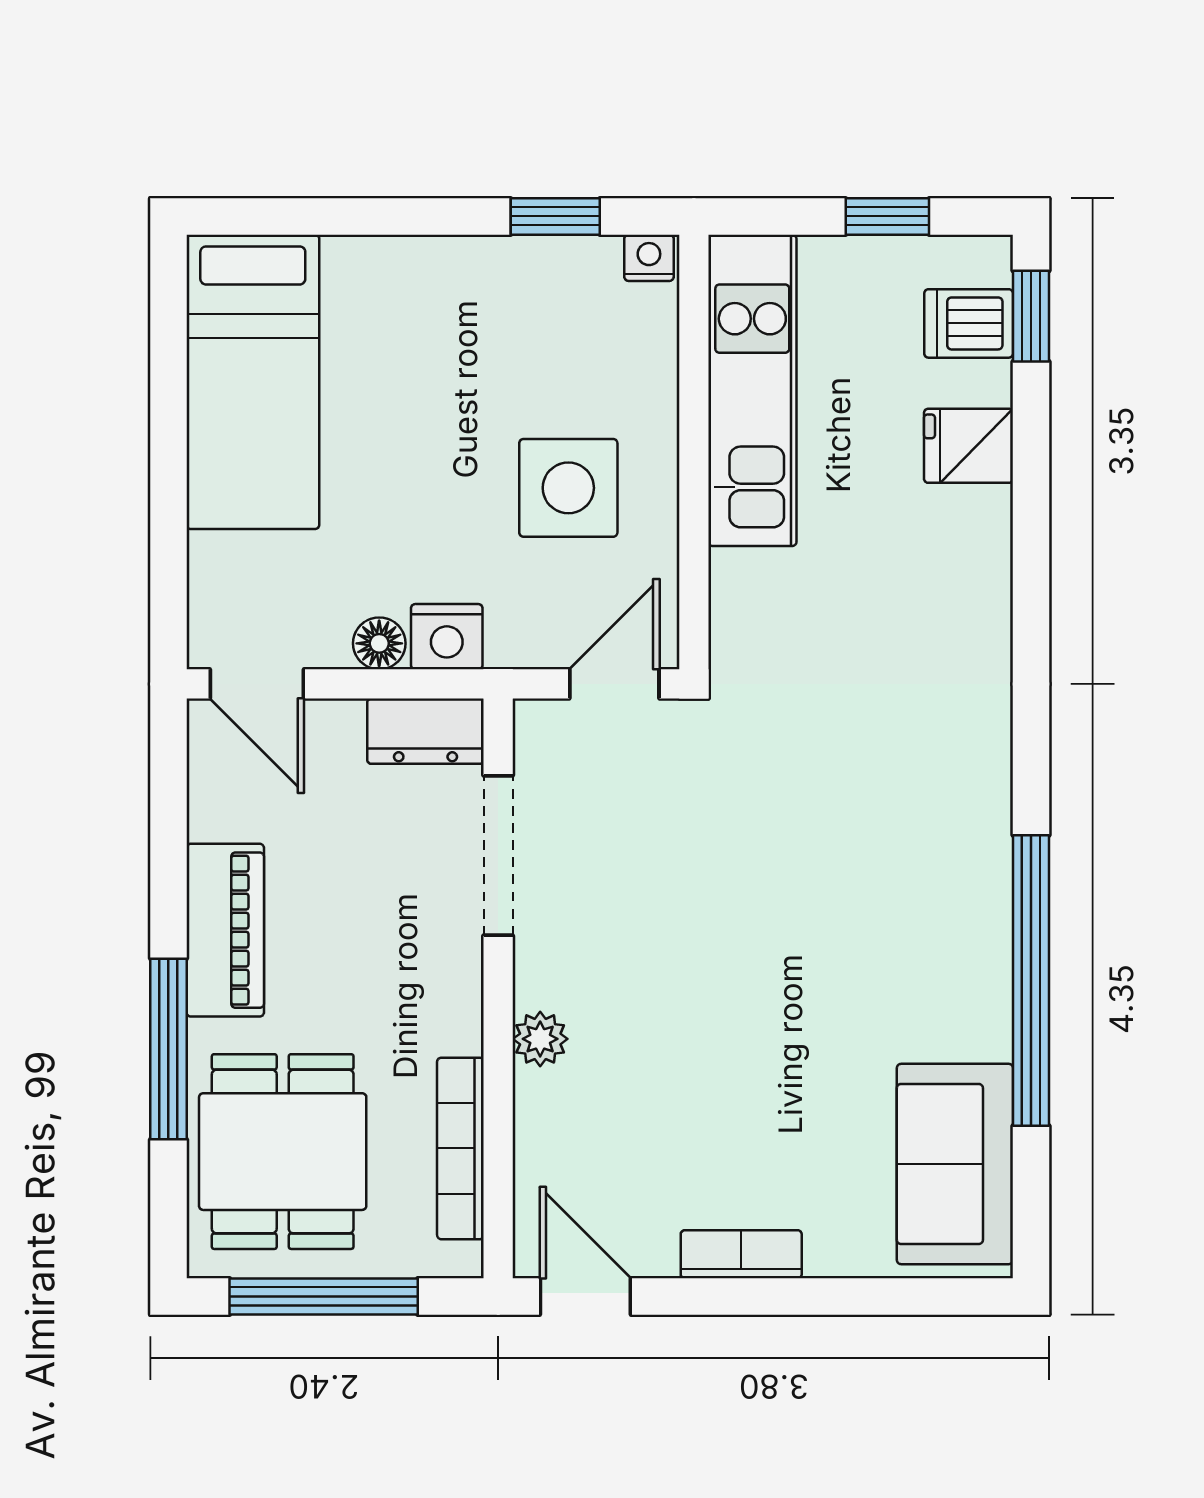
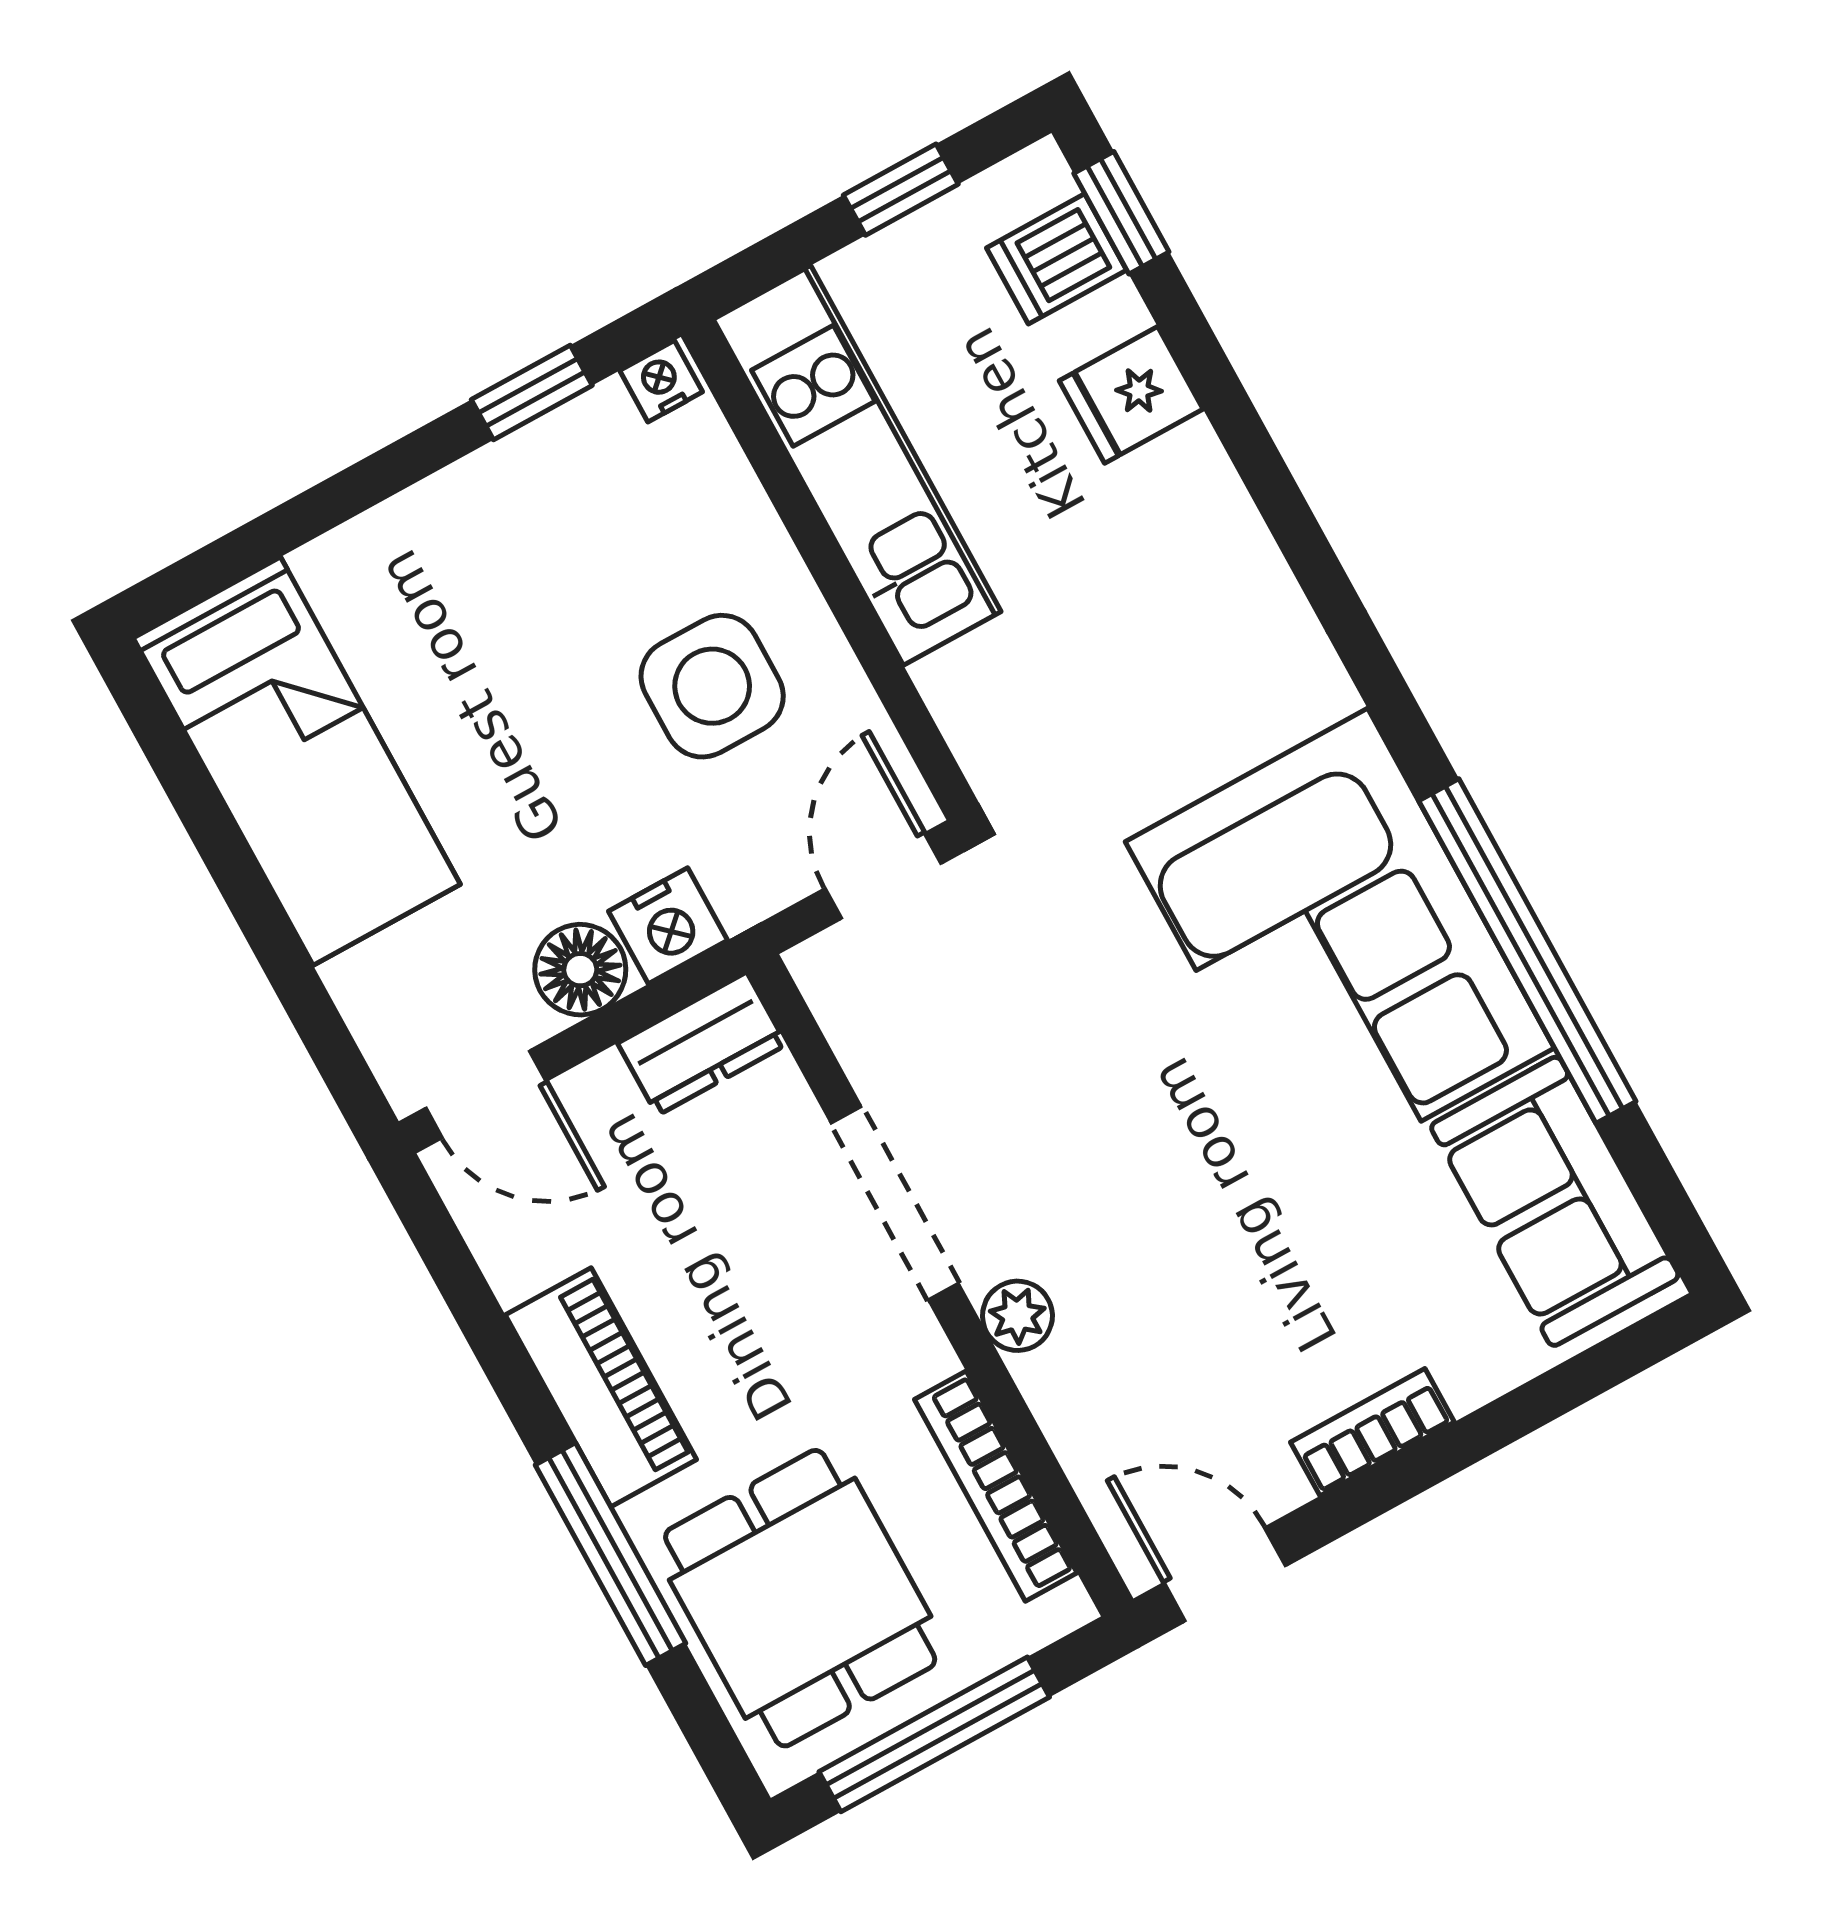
floor lamp: (379, 643) -> (580, 970), width x1.37, depth x1.37
doorway: (498, 855) -> (895, 1203), moved
corner sofa: (904, 905) -> (1340, 945), added

